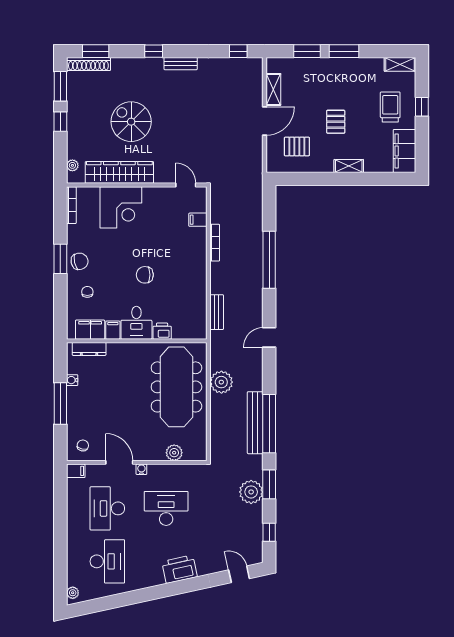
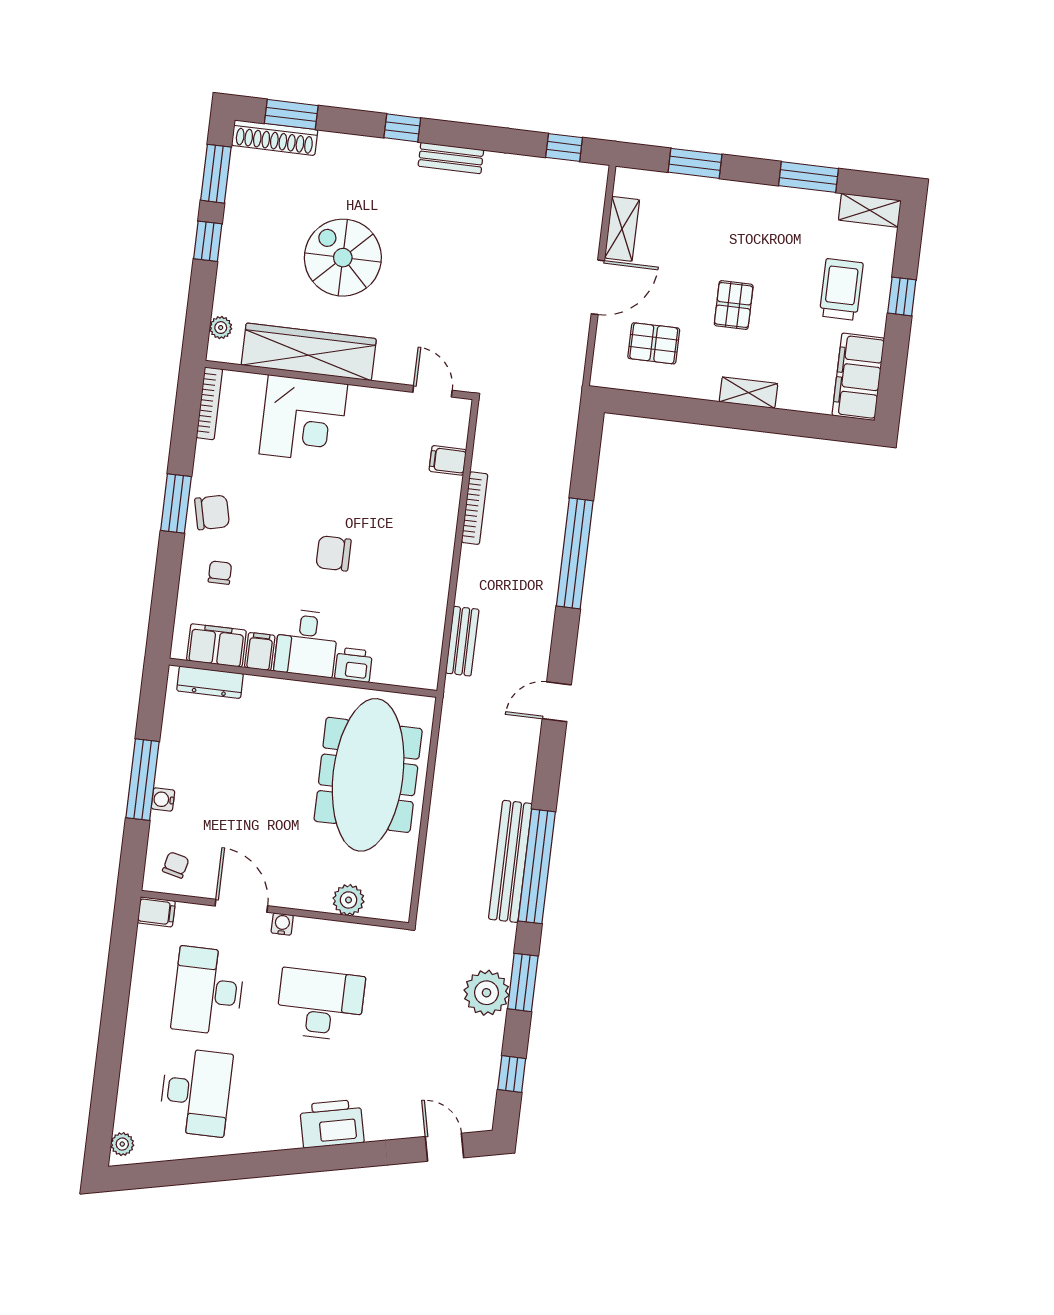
window: (344, 51) -> (808, 177), moved
water cooler: (72, 380) -> (163, 799), moved
plant: (221, 382) -> (455, 776), removed

